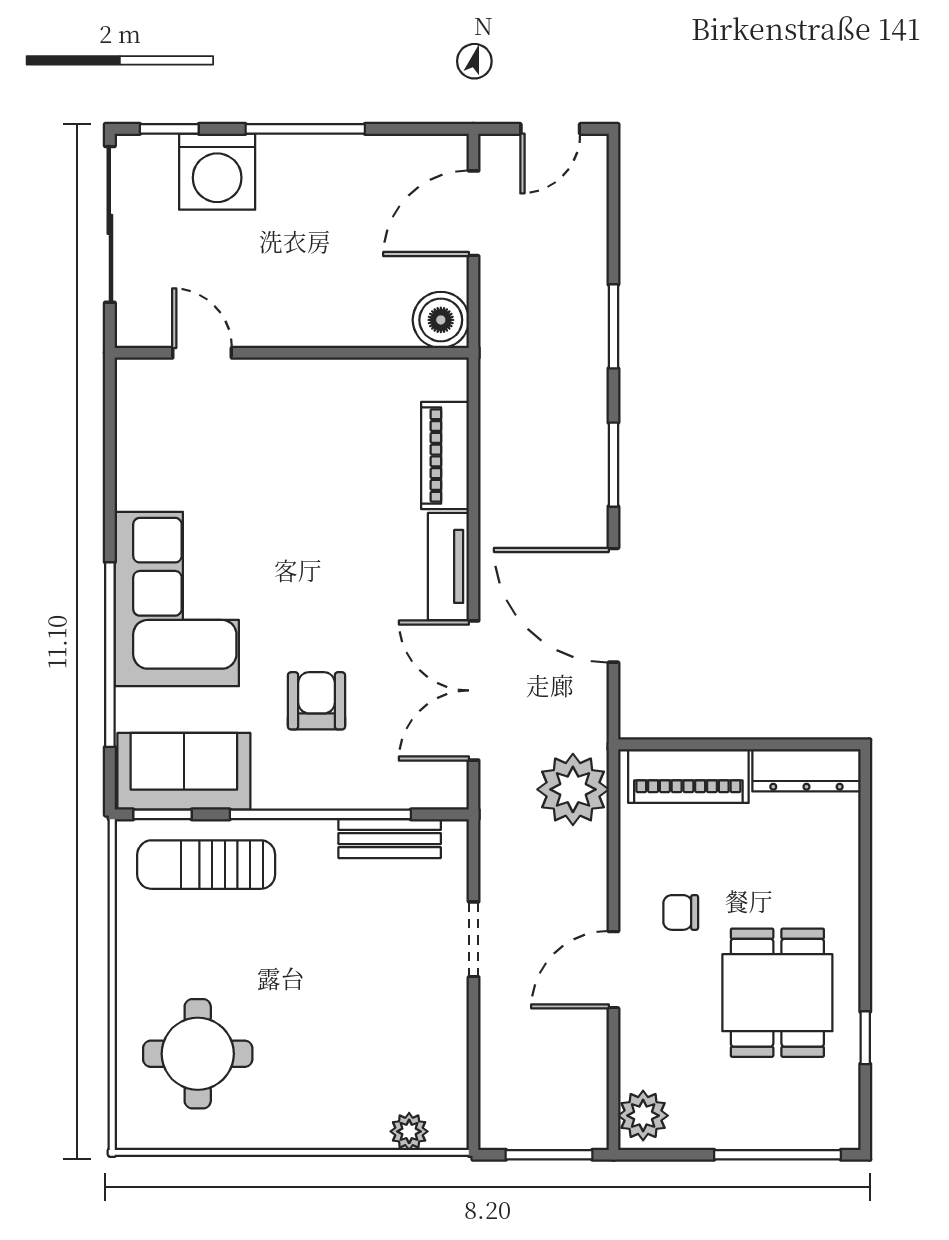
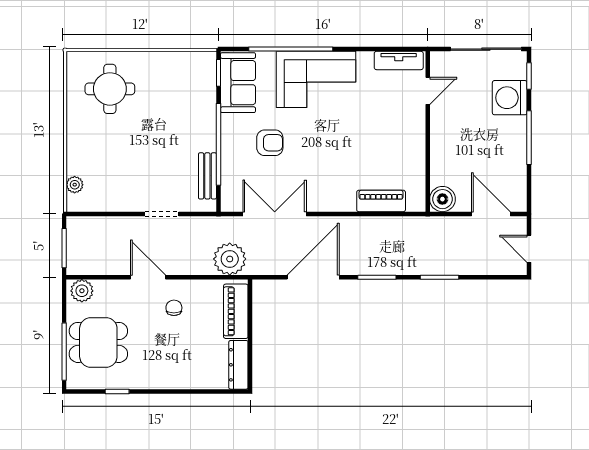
tv unit: (448, 566) -> (399, 60), moved, turned 180
sun lounger: (206, 865) -> (196, 93), removed
dining table: (777, 993) -> (98, 342), moved

